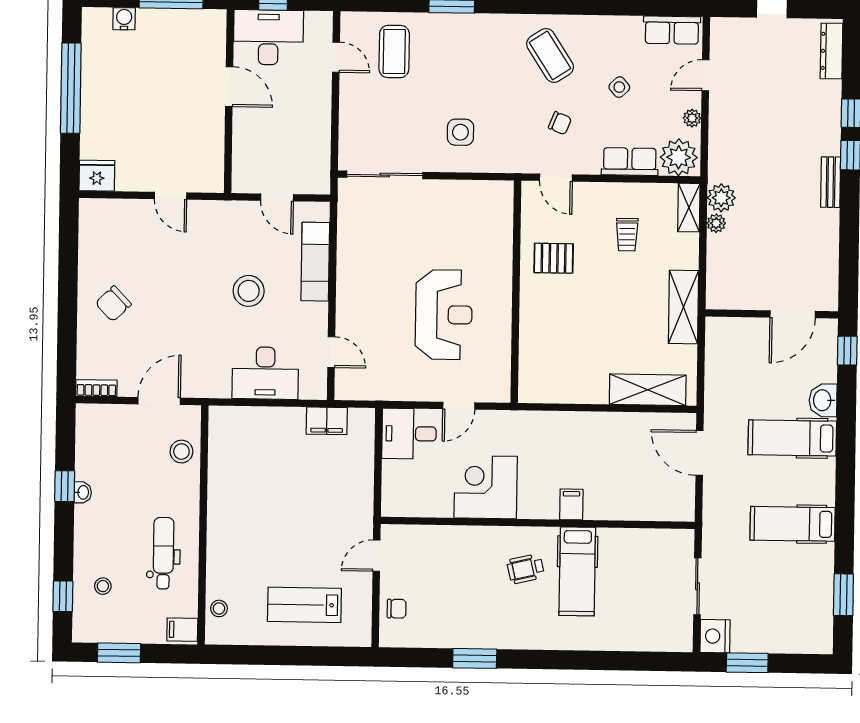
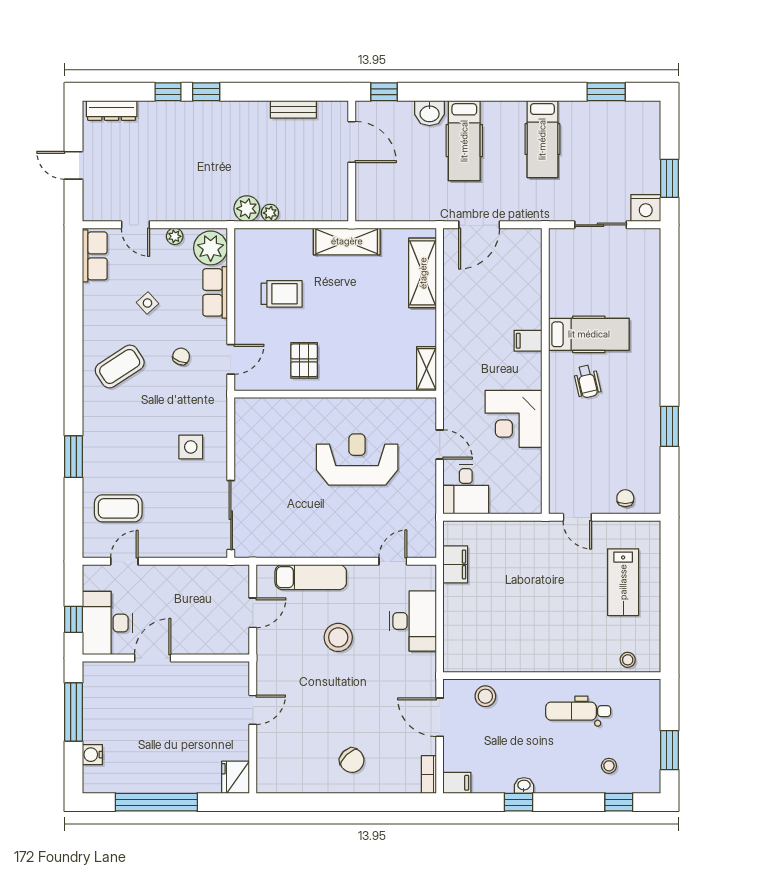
bench: (831, 182) -> (293, 109), moved
shelving: (689, 208) -> (426, 369), moved, turned 90
trolley: (627, 235) -> (282, 294), width x1.36, depth x1.39
filing cabinet: (182, 630) -> (457, 783), moved, turned -90

